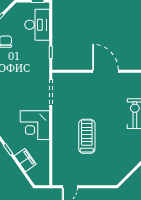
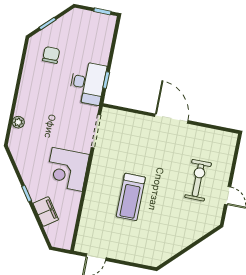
desk: (37, 25) -> (88, 83), moved
treadmill: (87, 136) -> (131, 197), turned 180

